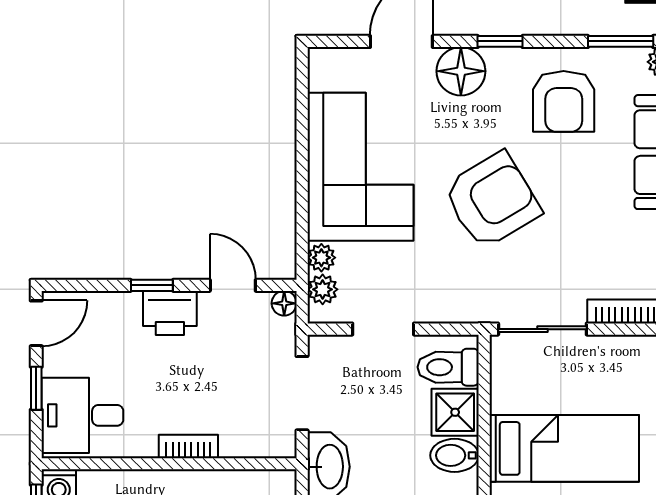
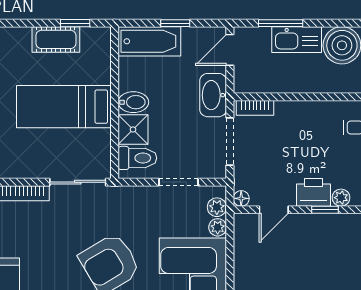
door: (233, 285) -> (274, 210), hinge flipped
plant: (126, 305) -> (341, 198), added
bookcase: (188, 447) -> (255, 108), moved

